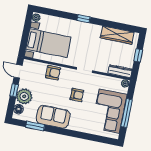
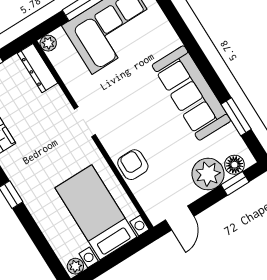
window: (14, 90) -> (235, 183), moved
armchair: (77, 95) -> (132, 99), removed
sofa: (53, 117) -> (191, 93), width x1.36

